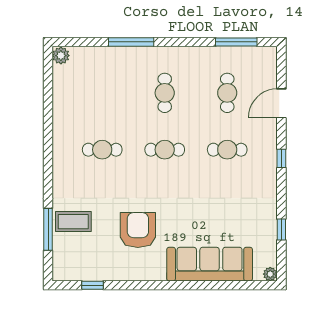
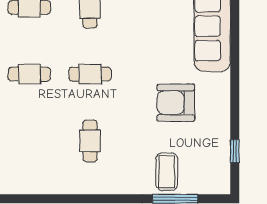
cafe table: (165, 150) -> (90, 74), turned 90

